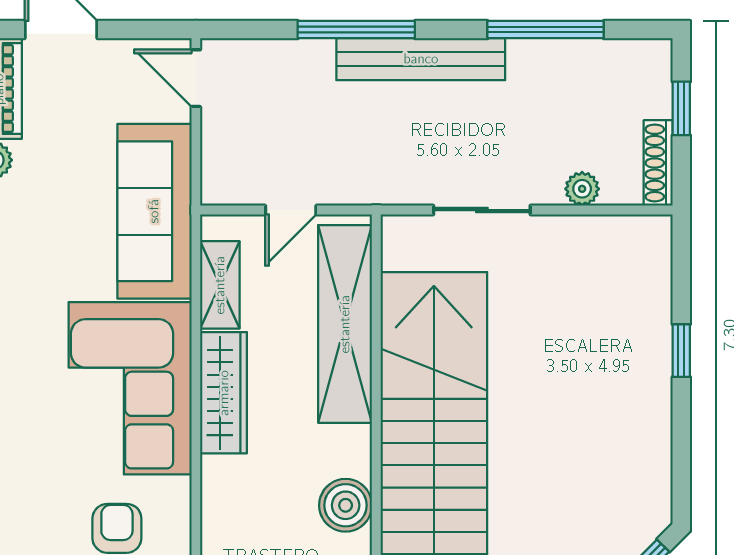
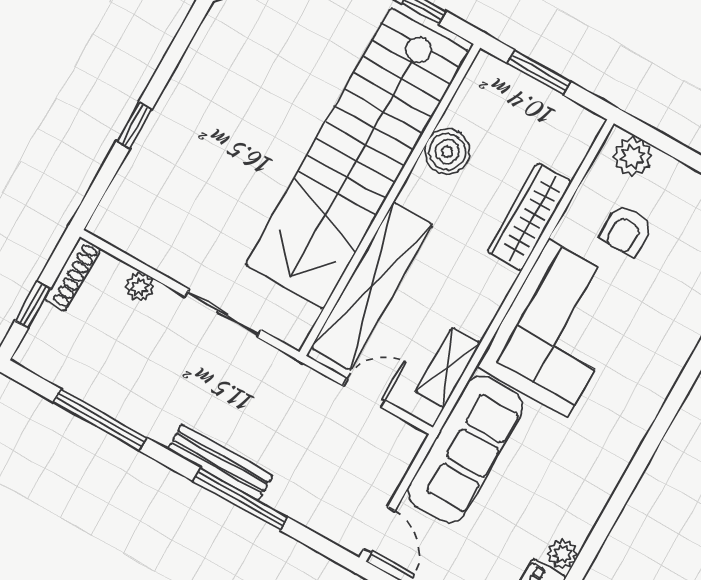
bench: (421, 59) -> (220, 462), width x0.73, depth x0.82
wardrobe: (224, 393) -> (529, 217), moved

